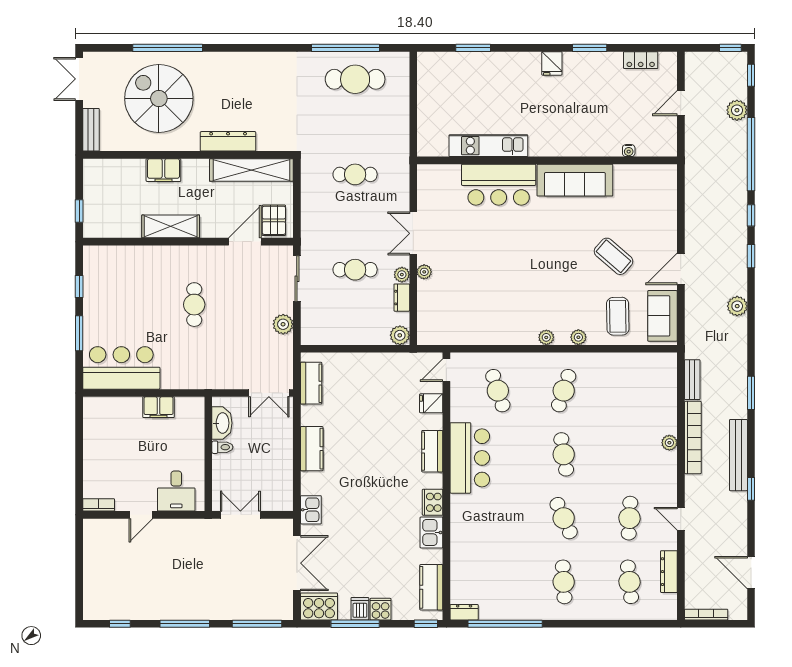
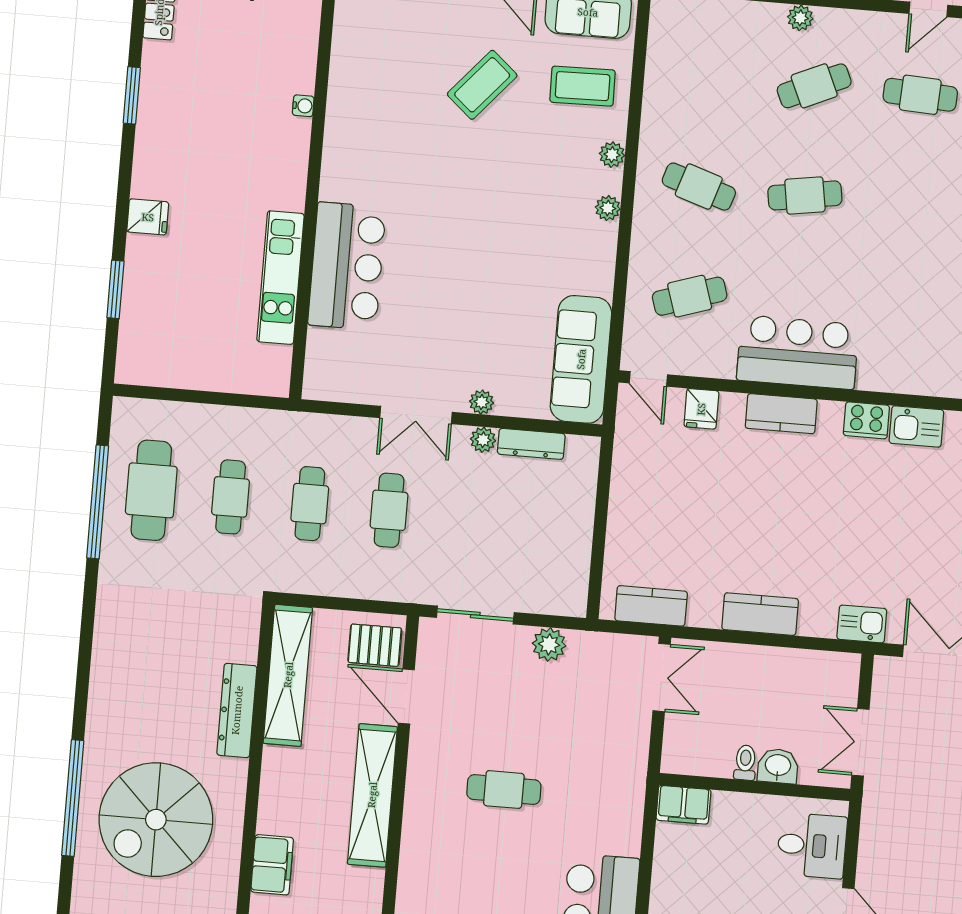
fridge: (552, 63) -> (148, 217), moved
cafe table: (355, 127) -> (231, 497), added
water cooler: (629, 151) -> (303, 106), moved
filing cabinet: (163, 170) -> (272, 865), moved
sofa: (575, 180) -> (581, 359), moved, turned 180
shelving: (171, 226) -> (372, 795), width x1.47
cafe table: (355, 270) -> (389, 510), moved
dresser: (402, 298) -> (531, 444), width x1.44
plant: (400, 335) -> (584, 452), removed
filing cabinet: (159, 407) -> (683, 805), moved, turned 90
washbasin: (222, 423) -> (778, 766), moved, width x0.72
cafe table: (564, 518) -> (814, 86), moved

